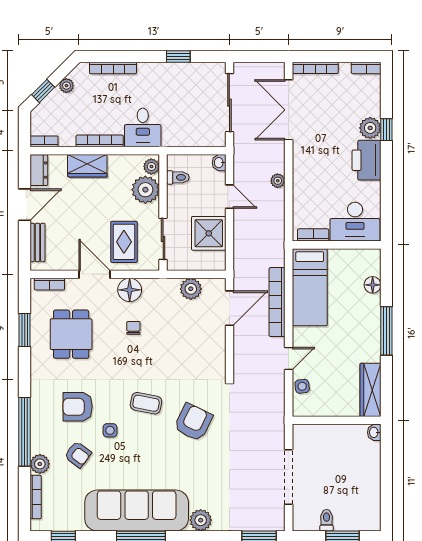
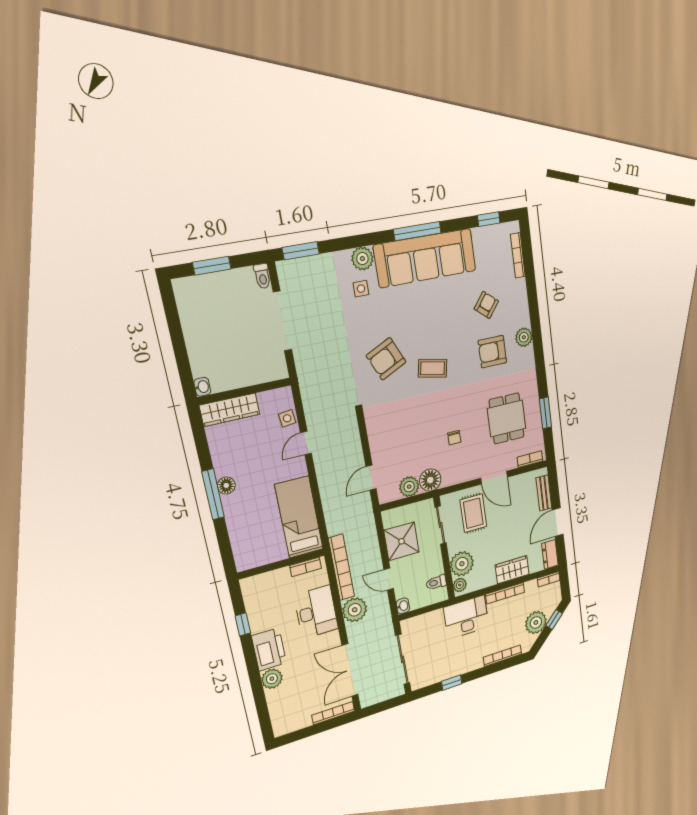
bookcase: (366, 68) -> (287, 729), removed
plant: (66, 86) -> (536, 622), width x1.88, depth x1.88
double door: (289, 110) -> (350, 670), swing flipped
desk: (143, 127) -> (466, 617), width x1.37
window: (386, 130) -> (243, 624), moved
plant: (278, 181) -> (355, 610), width x1.87, depth x1.87
desk: (355, 222) -> (316, 612), moved, turned 90
floor lamp: (373, 285) -> (226, 485), moved
floor lamp: (130, 290) -> (430, 480), moved
bookcase: (277, 302) -> (341, 567), moved
door: (229, 308) -> (371, 478), width x0.73
wardrobe: (371, 390) -> (230, 410), moved, turned 90
armchair: (78, 407) -> (492, 352), turned 180
armchair: (193, 422) -> (386, 359), turned 39
side table: (110, 430) -> (361, 289), moved
window: (25, 432) -> (535, 318), removed
armchair: (78, 454) -> (486, 305), turned 92
plant: (40, 464) -> (524, 337), moved
toilet: (327, 520) -> (262, 276), moved

